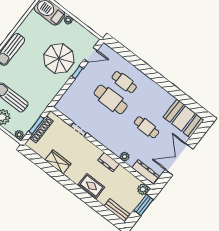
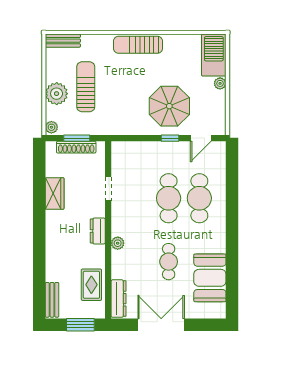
door: (91, 55) -> (201, 138), hinge flipped
cafe table: (124, 82) -> (199, 198), width x1.37, depth x1.35
booth: (183, 118) -> (210, 278), moved
plant: (125, 157) -> (118, 243), moved
dresser: (109, 162) -> (98, 231), moved
rug: (92, 186) -> (91, 285), moved
plant: (143, 189) -> (97, 311), removed

